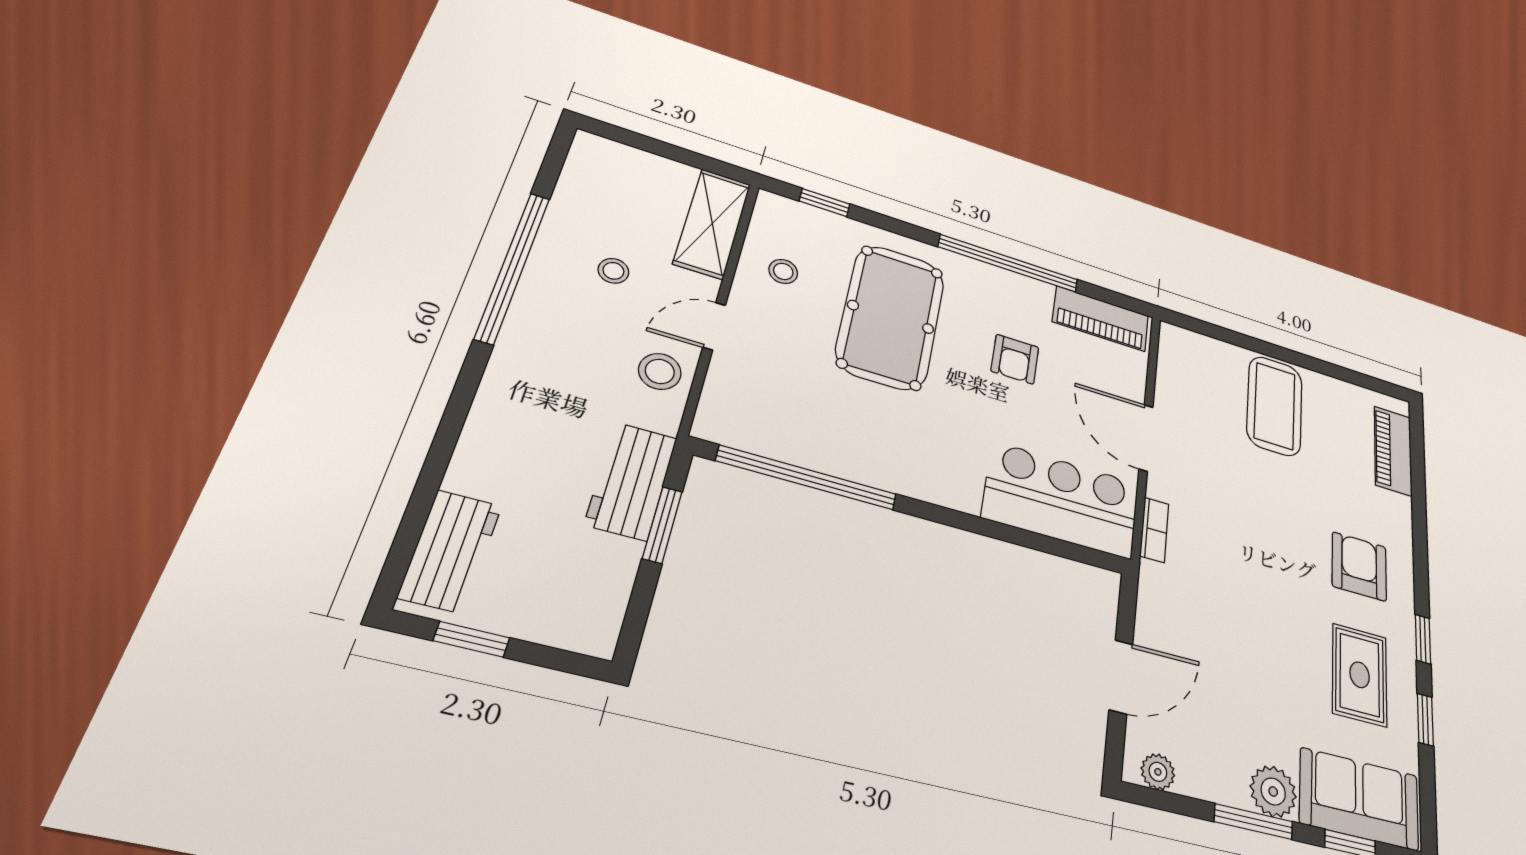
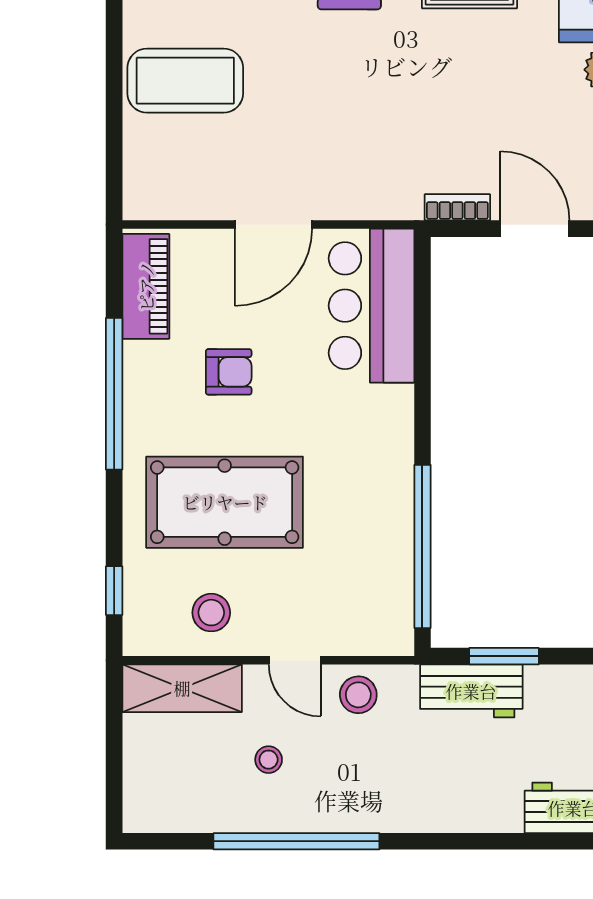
stool: (783, 271) -> (211, 613), width x1.37, depth x1.37
bookcase: (1154, 530) -> (457, 207), moved

